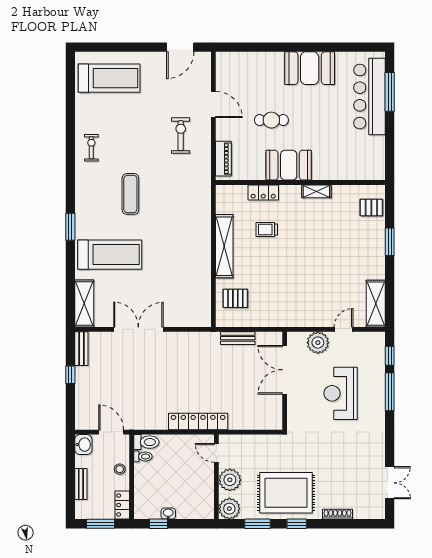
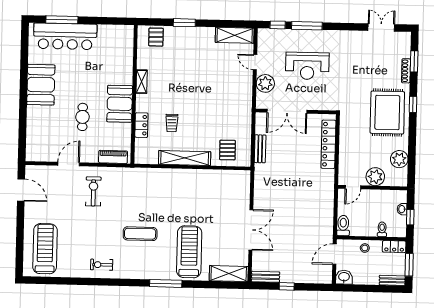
exercise bike: (181, 136) -> (93, 191), turned 90
window: (70, 227) -> (166, 283), width x1.44
double door: (138, 329) -> (251, 230), swing flipped
locker: (198, 422) -> (328, 144), moved
door: (216, 453) -> (353, 187), moved
toilet: (143, 456) -> (382, 229), moved
wall: (216, 477) -> (373, 188), moved
plant: (230, 480) -> (375, 177), moved
bench: (81, 484) -> (392, 280), moved
window: (257, 524) -> (414, 61), moved

